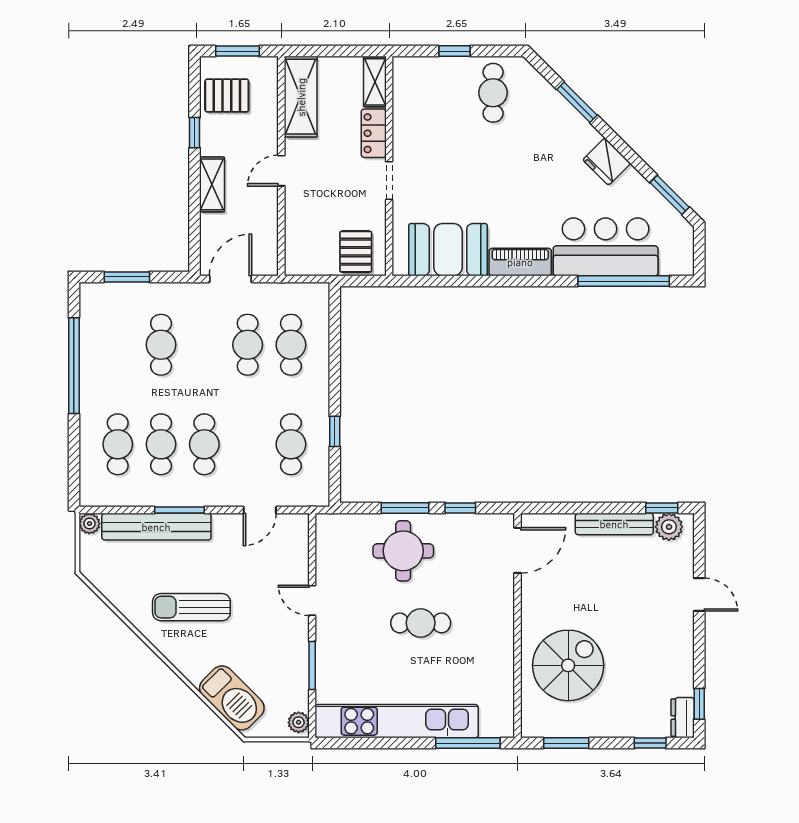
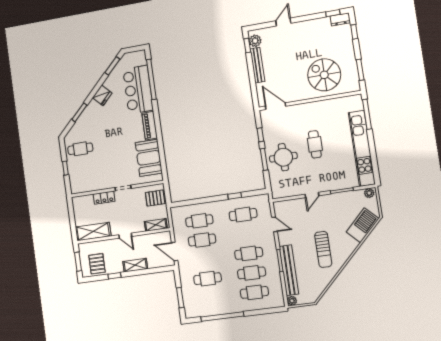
shelving: (375, 82) -> (156, 225), moved

